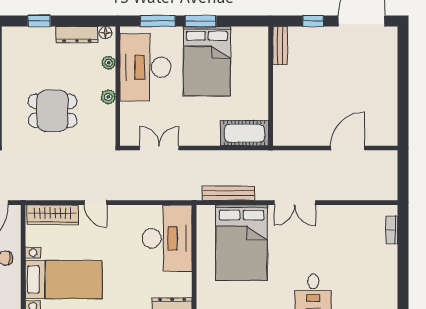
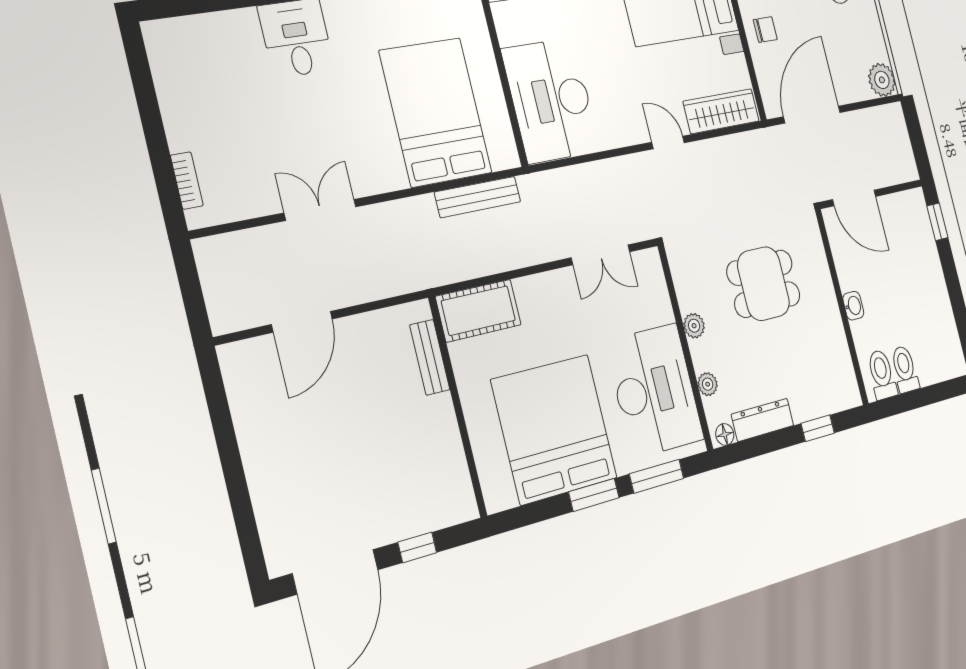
bench: (280, 46) -> (430, 357), moved
bed: (207, 61) -> (554, 429), width x1.36
double door: (295, 203) -> (320, 210), moved

